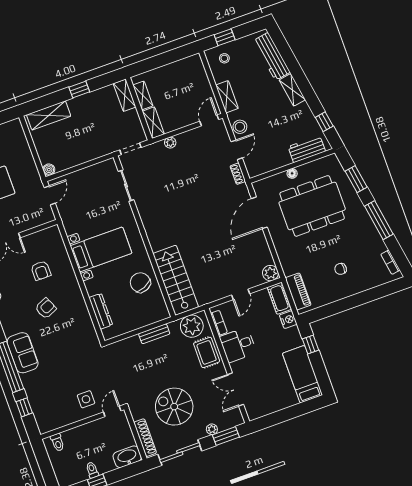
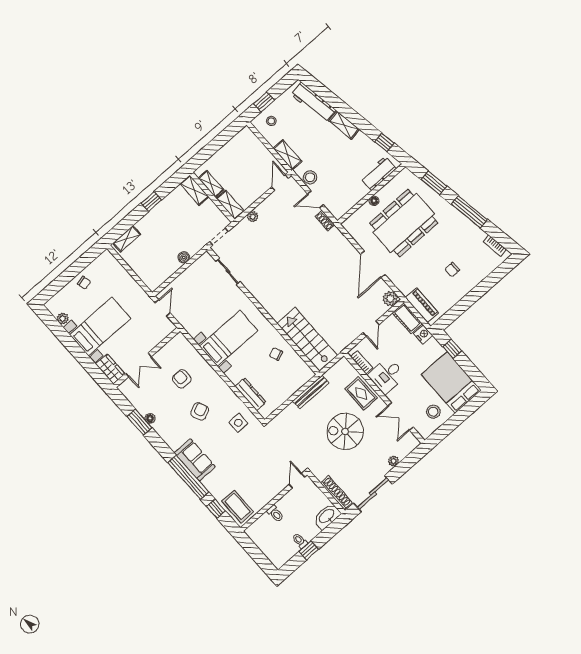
shelving: (49, 115) -> (127, 239), width x0.67, depth x0.75
door: (237, 150) -> (315, 199), swing flipped
boiler: (49, 170) -> (184, 257), moved
door: (259, 213) -> (373, 264), moved
armchair: (41, 270) -> (182, 379), turned 180
chair: (140, 283) -> (276, 354), width x0.54, depth x0.54
plant: (192, 326) -> (338, 375), removed
bench: (154, 334) -> (311, 392), width x1.36
bed: (302, 374) -> (451, 382), width x1.50
stool: (269, 397) -> (433, 412), added
side table: (86, 399) -> (238, 423), moved
spiral stairs: (174, 407) -> (345, 431), moved
coffee table: (46, 413) -> (238, 506), added
window: (226, 436) -> (409, 462), removed
toilet: (57, 442) -> (275, 514), moved

